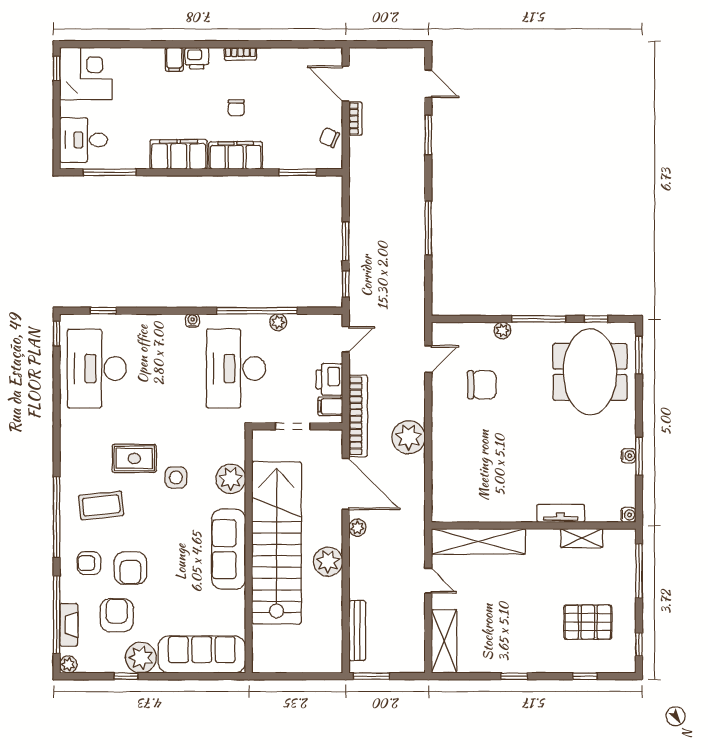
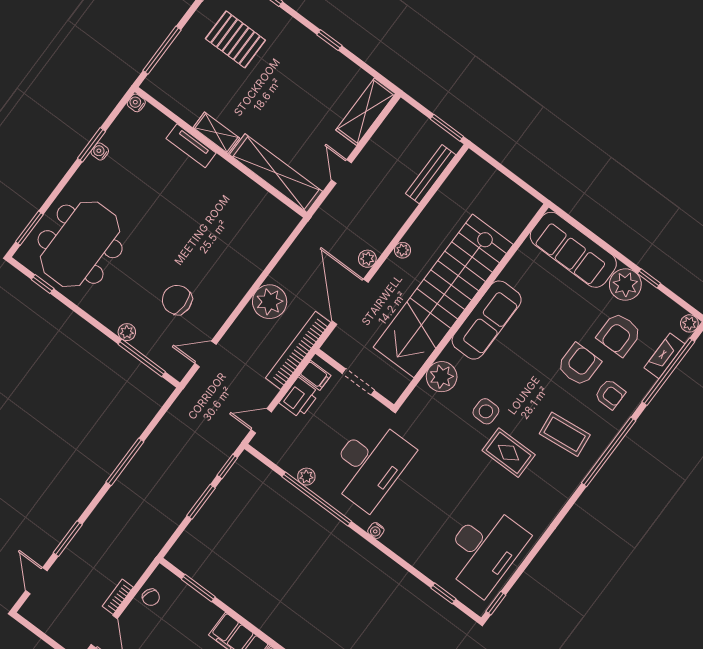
window: (539, 319) -> (142, 358), moved
shelving: (582, 538) -> (216, 133), moved
plant: (328, 562) -> (403, 250), width x0.53, depth x0.53

